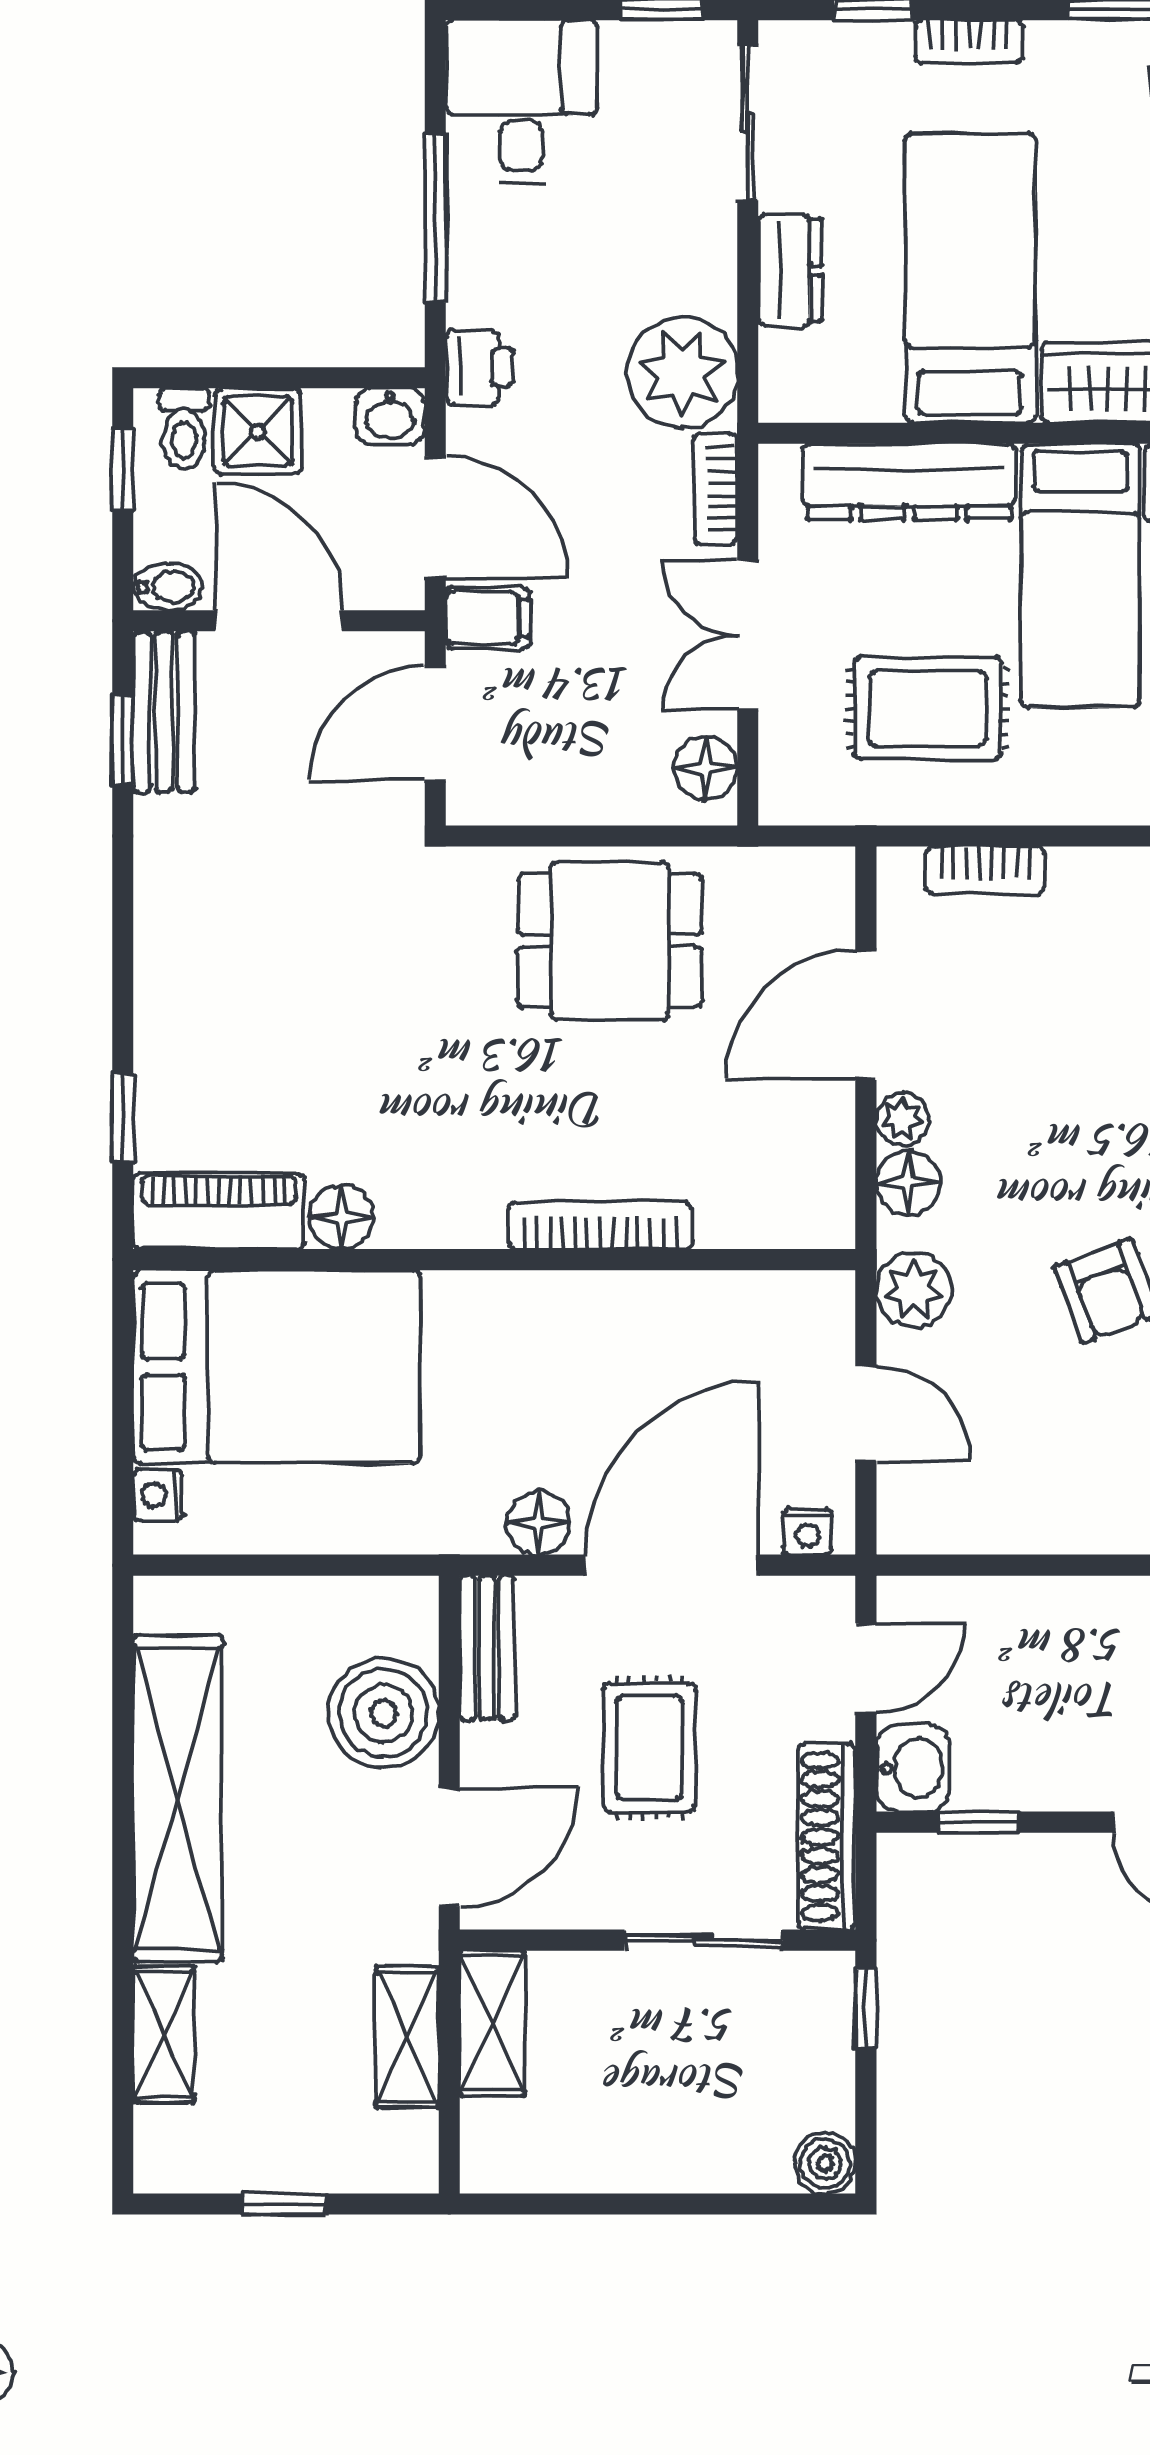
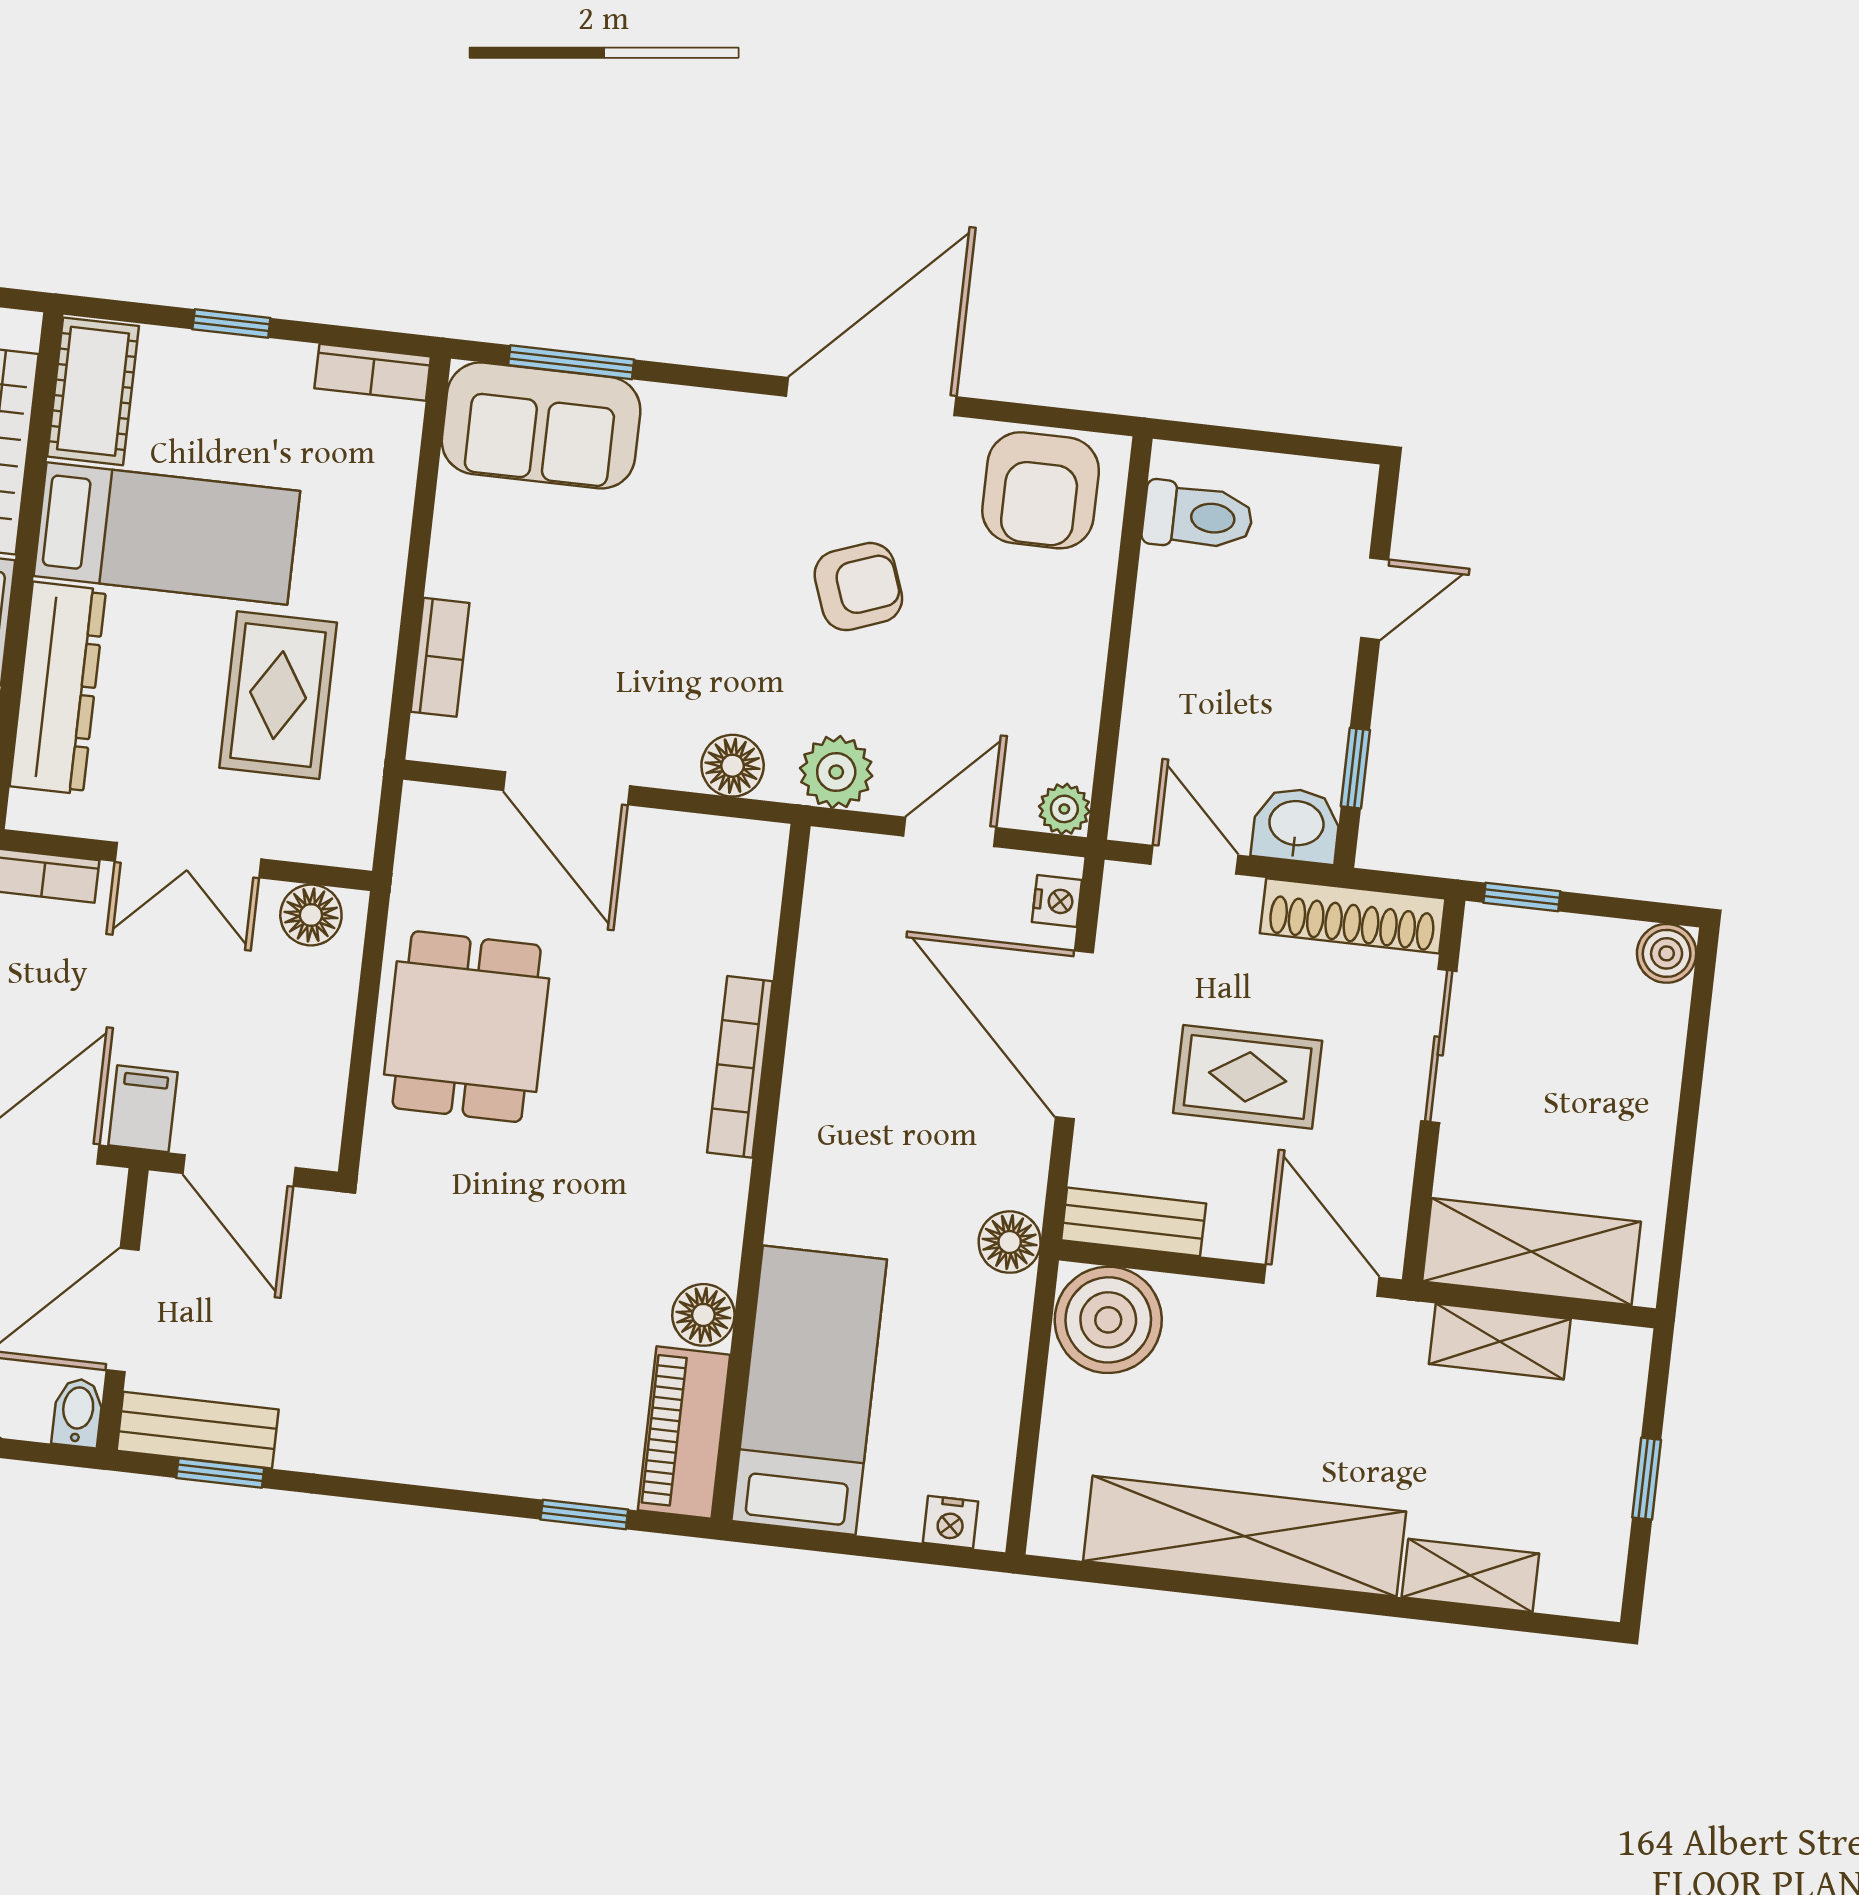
plant: (903, 1119) -> (1064, 809), moved
bed: (277, 1367) -> (809, 1390), width x0.67
floor lamp: (538, 1523) -> (1010, 1242), moved
boiler: (384, 1713) -> (1108, 1320), moved
shelving: (492, 2023) -> (1531, 1252), width x1.50, depth x1.33

